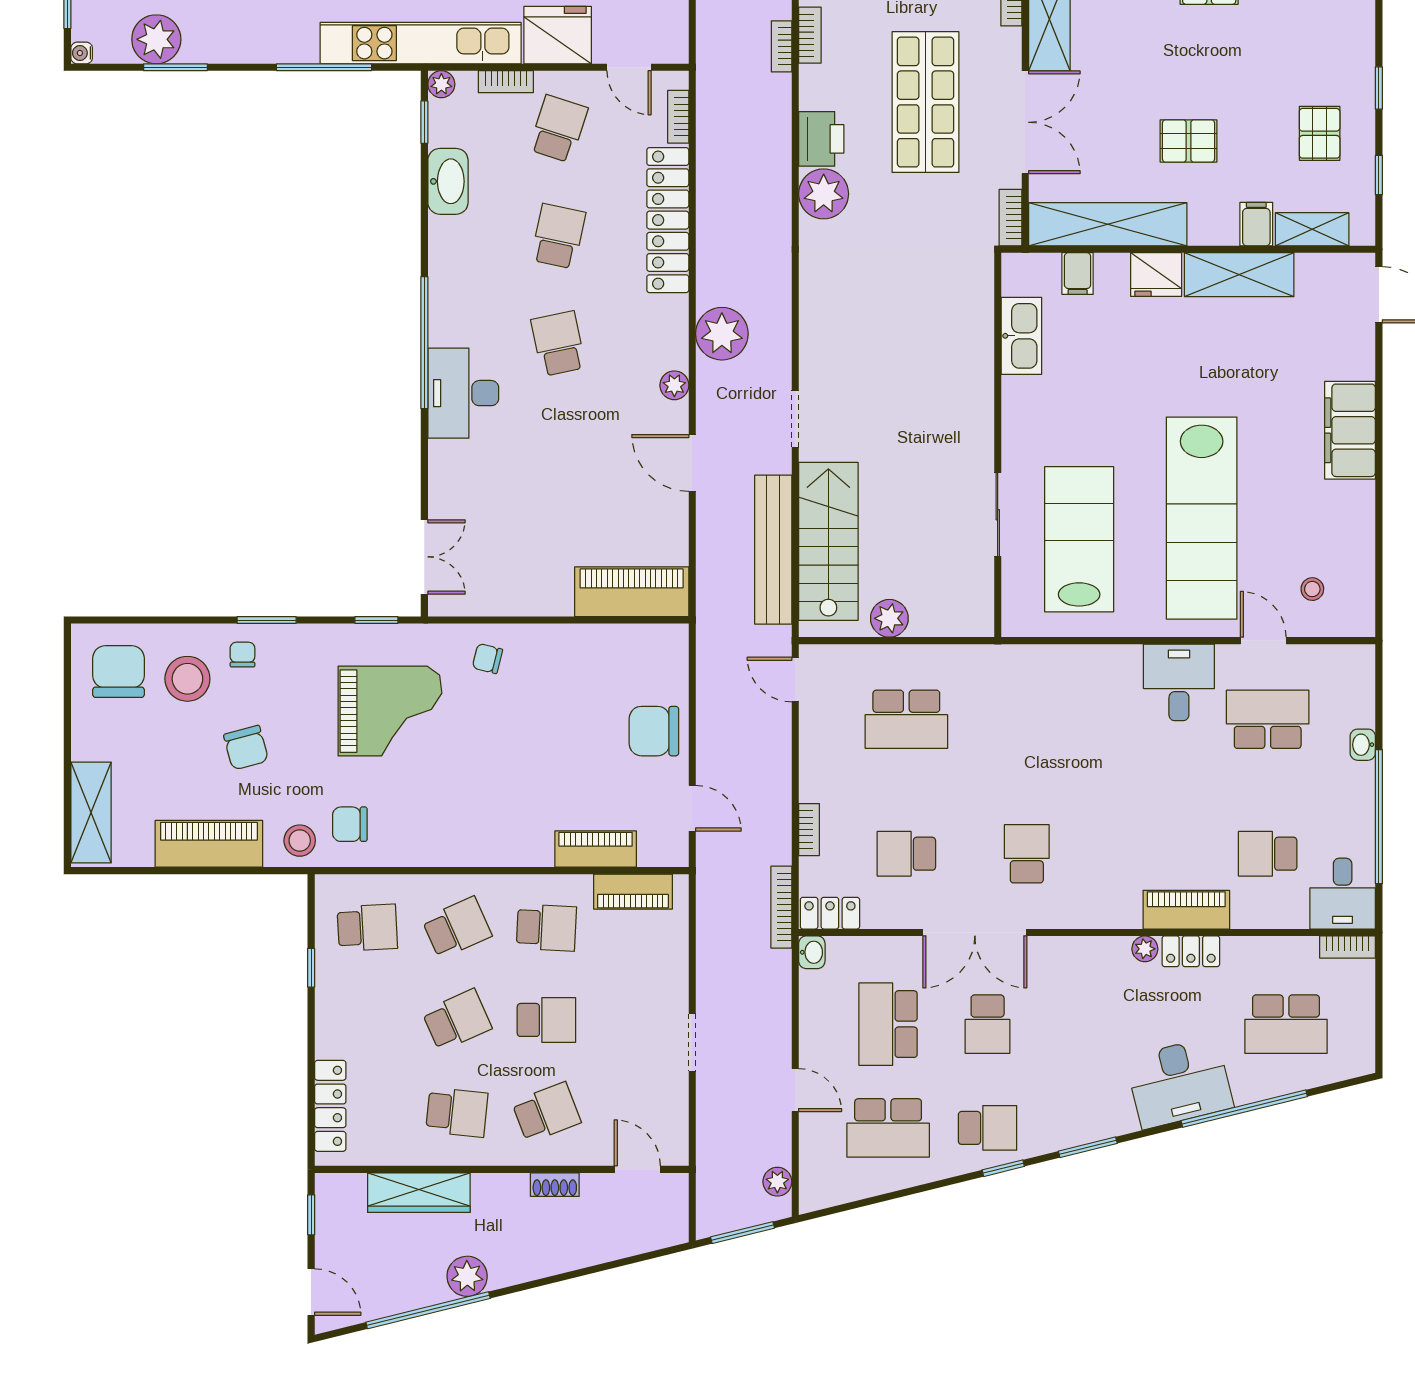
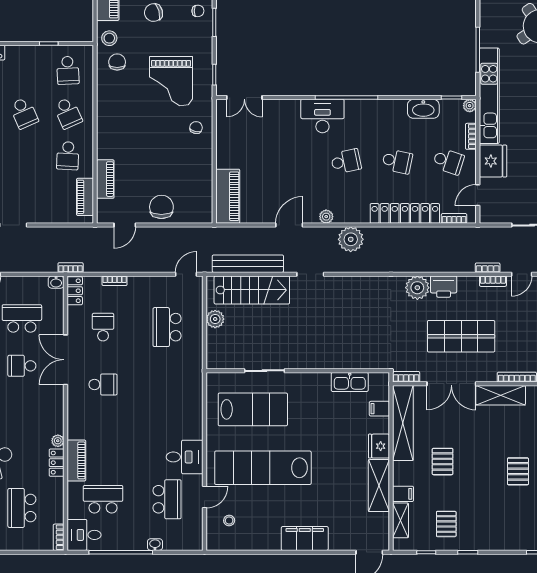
pallet: (1320, 133) -> (446, 524), turned 90
school desk: (1268, 854) -> (103, 499), width x1.85
bookcase: (781, 907) -> (71, 268), width x0.64
school desk: (546, 1020) -> (24, 156), removed

